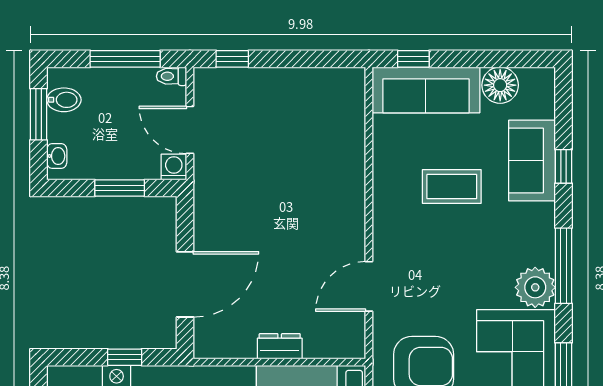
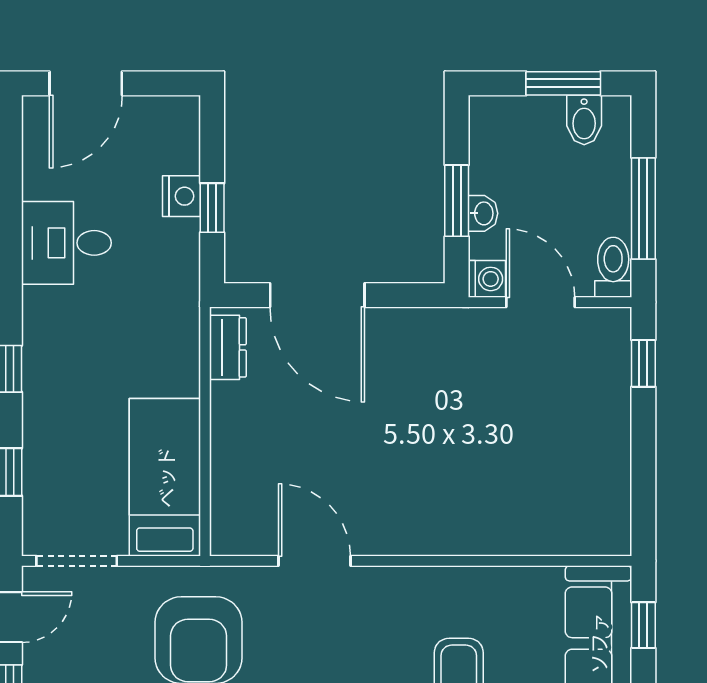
toilet: (172, 76) -> (613, 267), width x1.37, depth x1.39
door: (190, 130) -> (541, 302), hinge flipped
washbasin: (57, 156) -> (483, 213), moved, turned -90
dresser: (280, 346) -> (228, 347), moved

